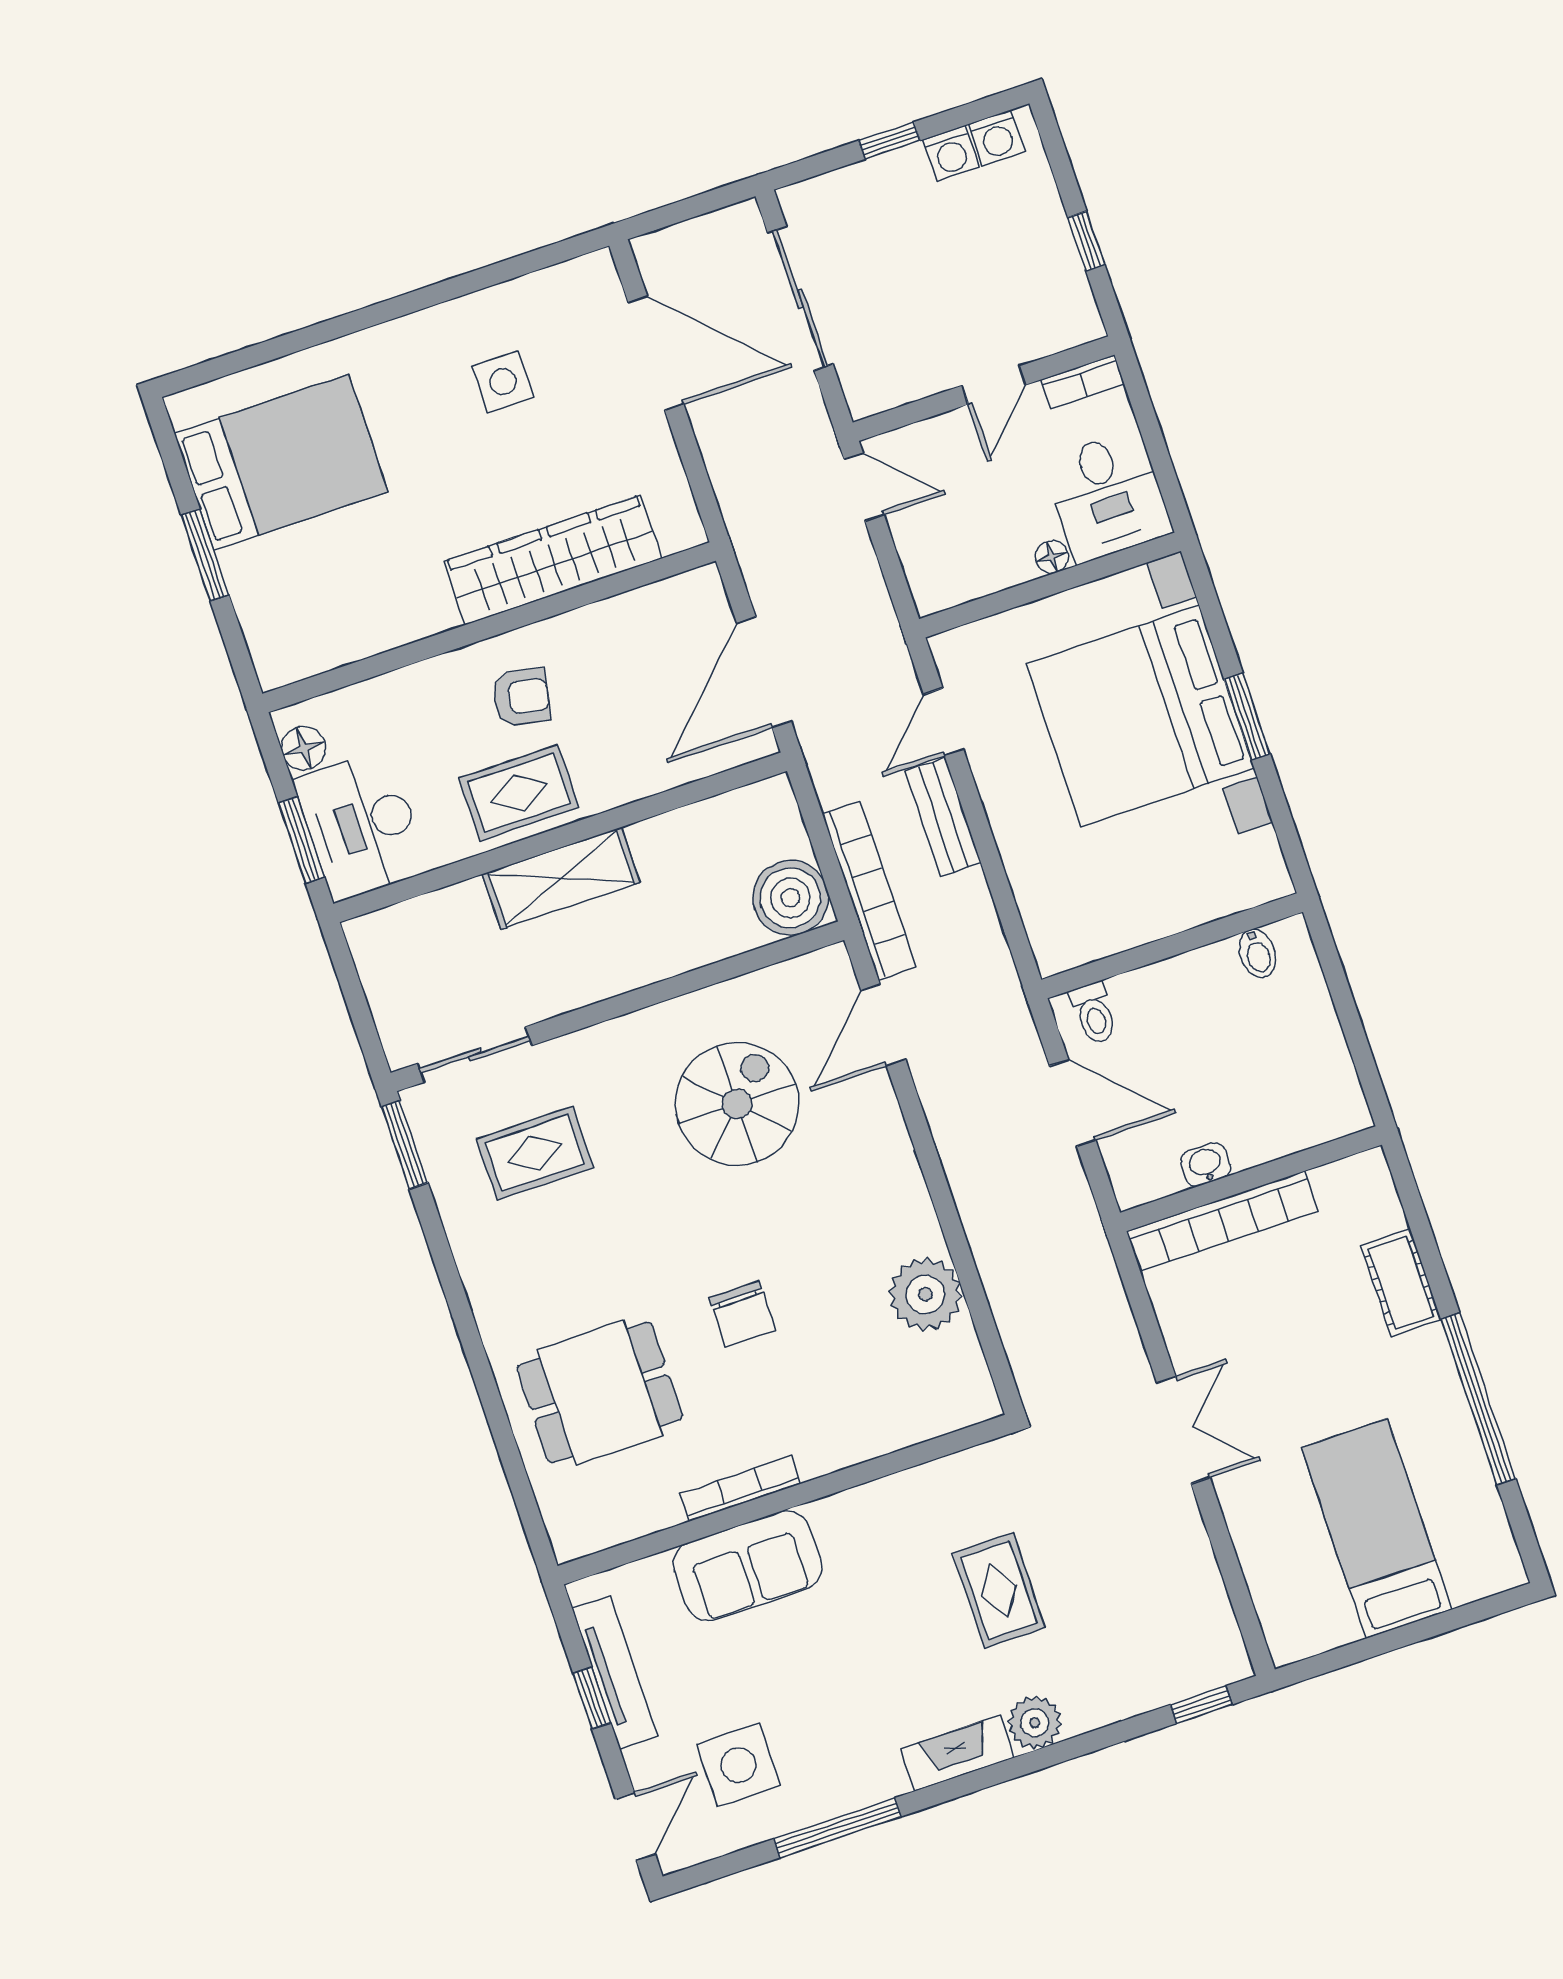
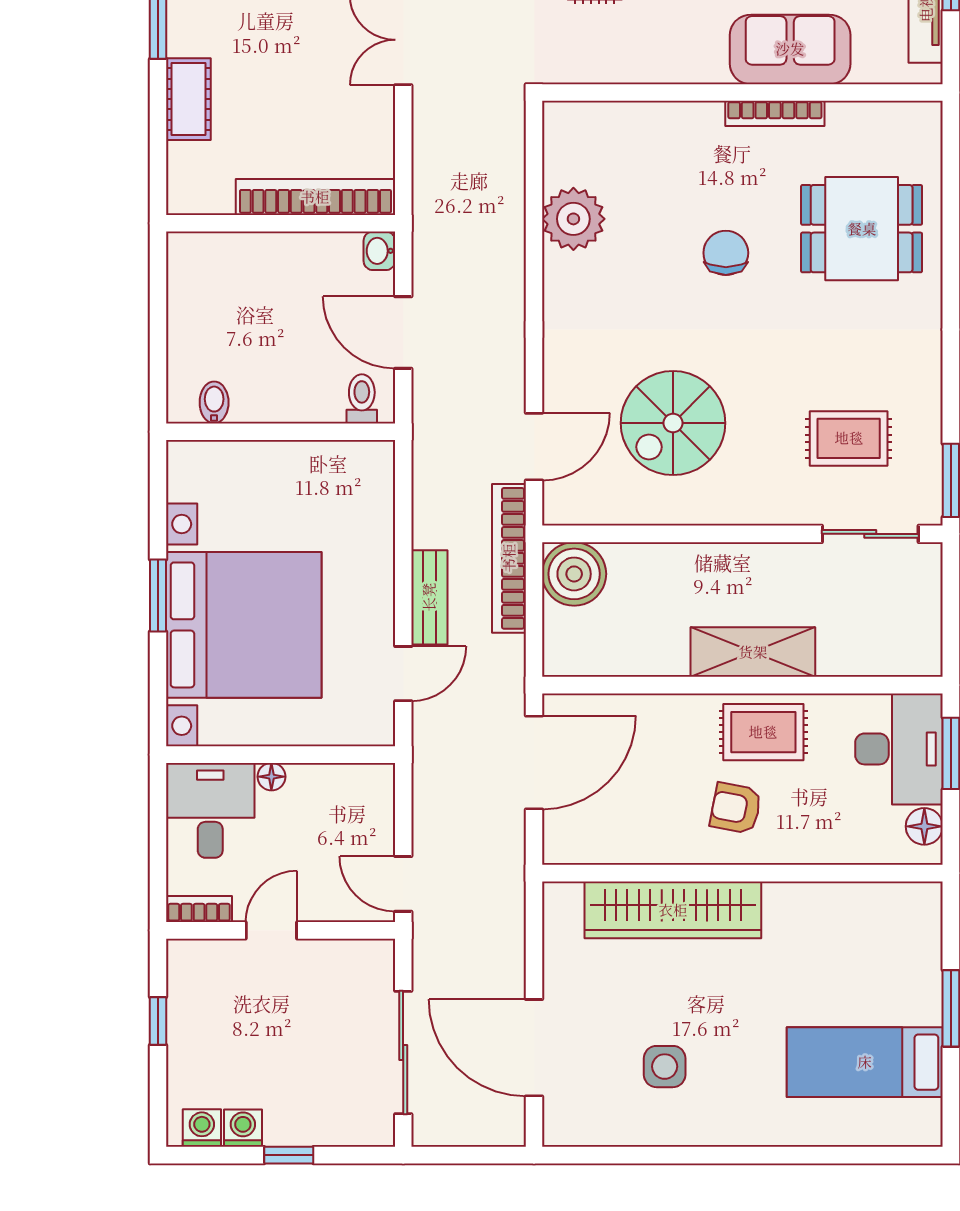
bed: (281, 462) -> (865, 1062), width x0.67
washbasin: (1206, 1164) -> (379, 251), moved, turned 90

